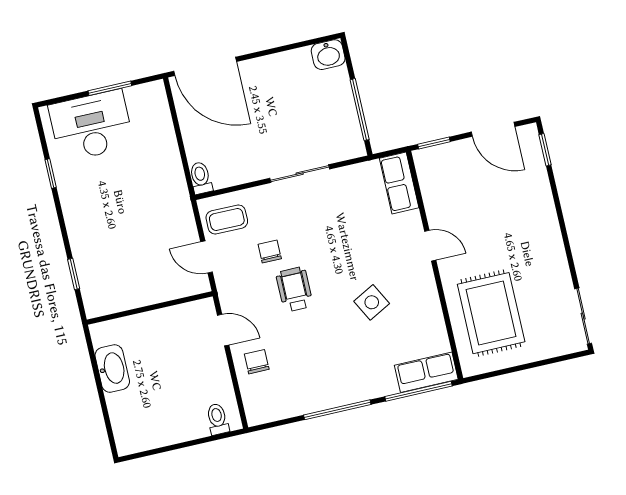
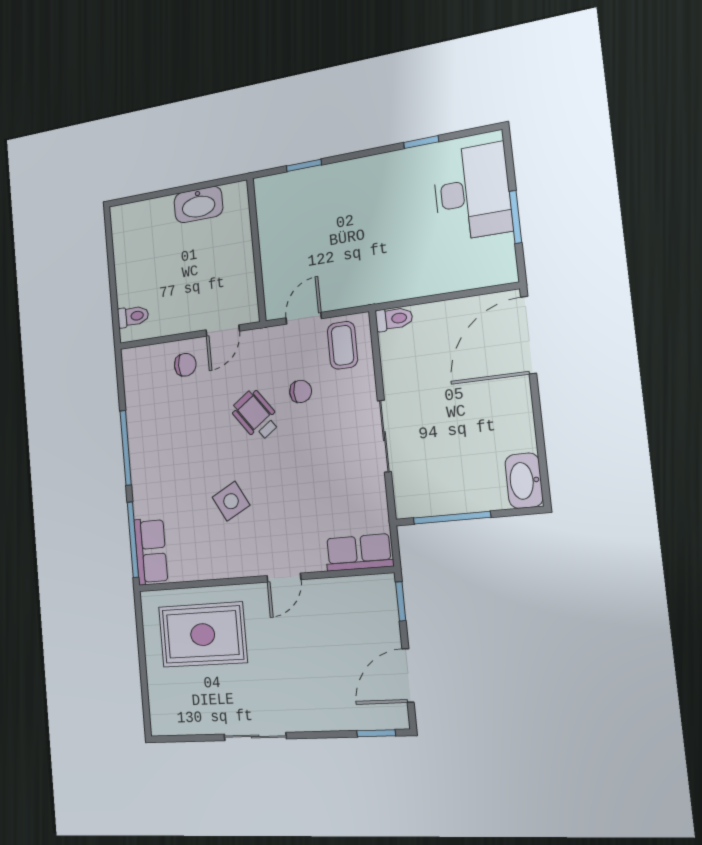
washbasin: (328, 55) -> (524, 481), width x1.38
wheelchair: (294, 289) -> (256, 415), turned -126
sliding door: (583, 316) -> (255, 736), moved

